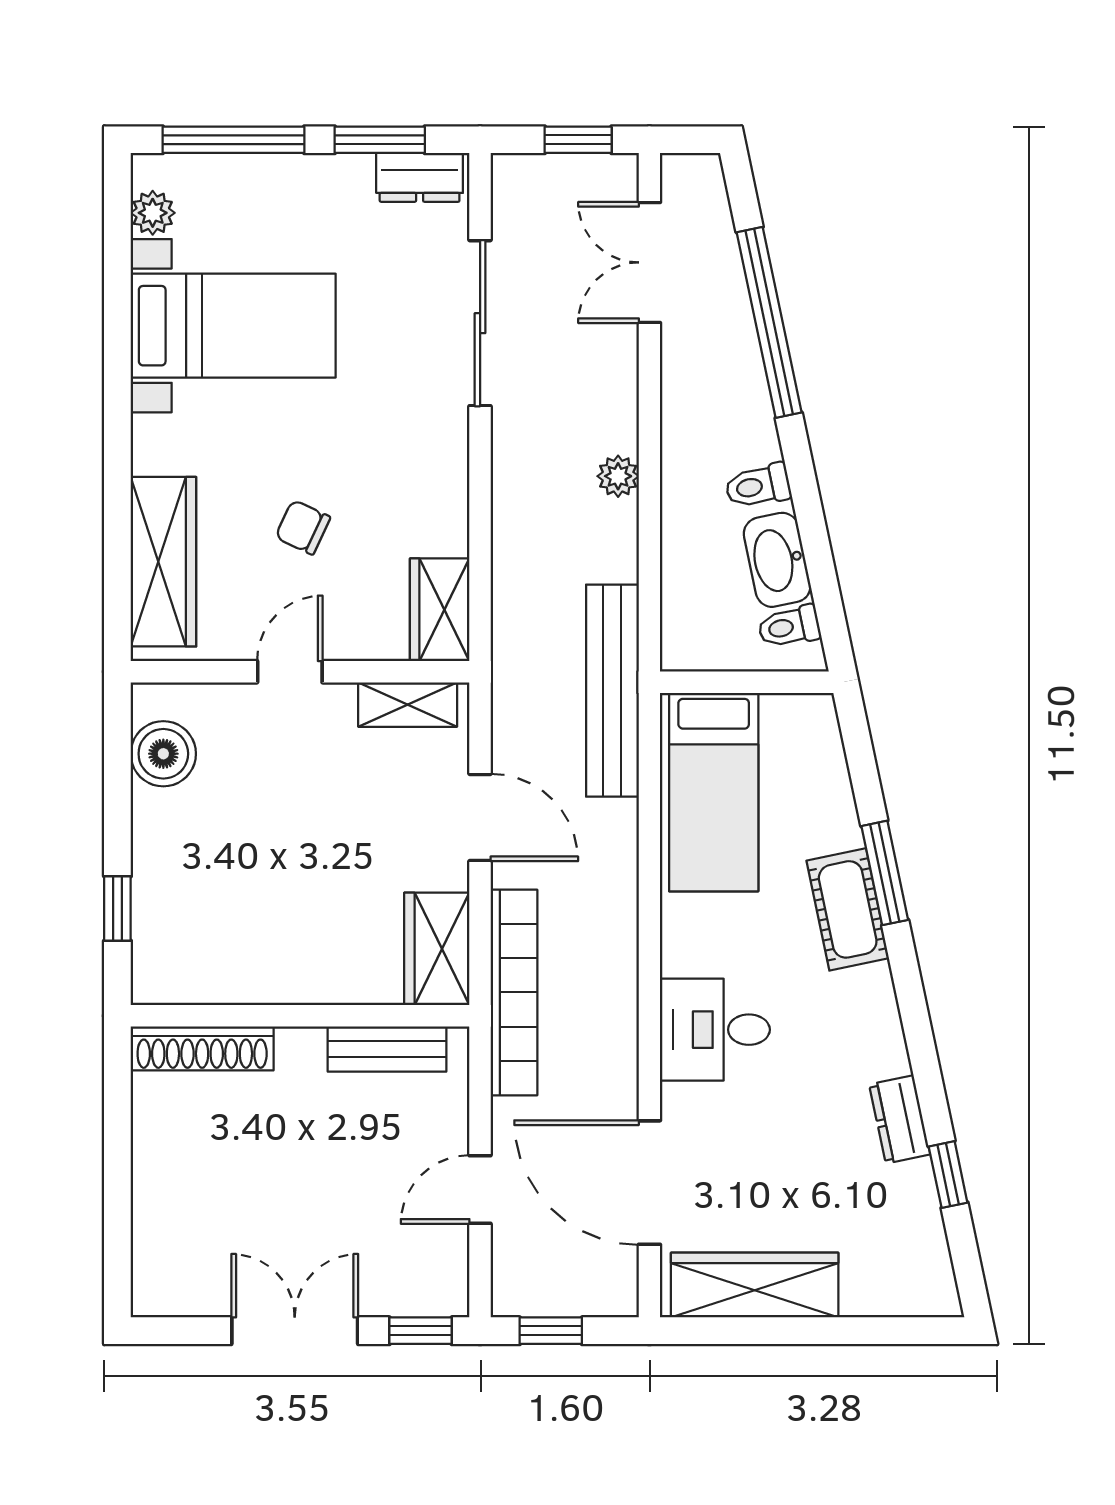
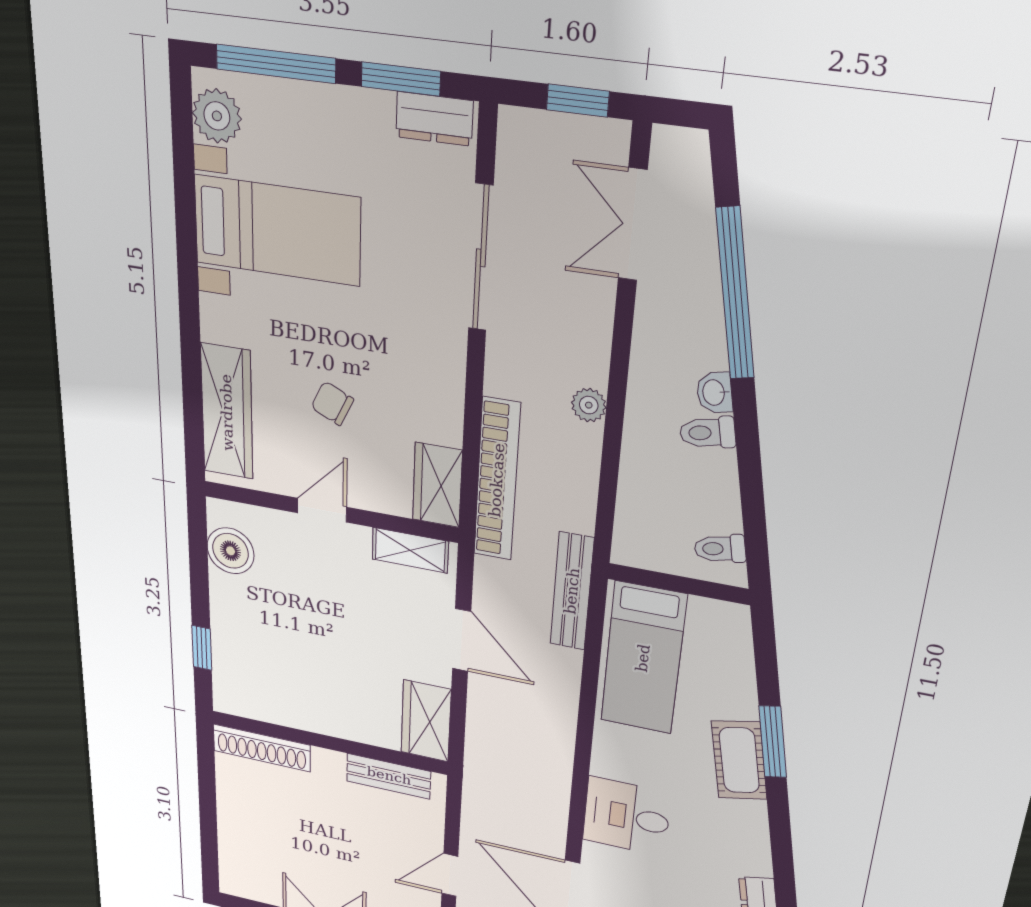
plant: (153, 213) -> (217, 116), width x1.38, depth x1.38
washbasin: (777, 560) -> (715, 393), moved, width x0.52, depth x0.69
bench: (612, 691) -> (572, 591), width x0.73, depth x0.82
bookcase: (514, 992) -> (497, 480), moved

